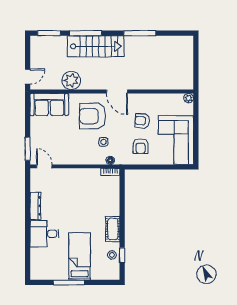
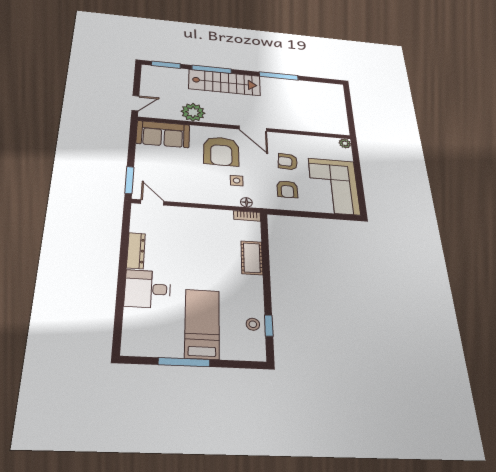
armchair: (93, 116) -> (221, 151), turned -90
cot: (113, 229) -> (252, 258), moved

